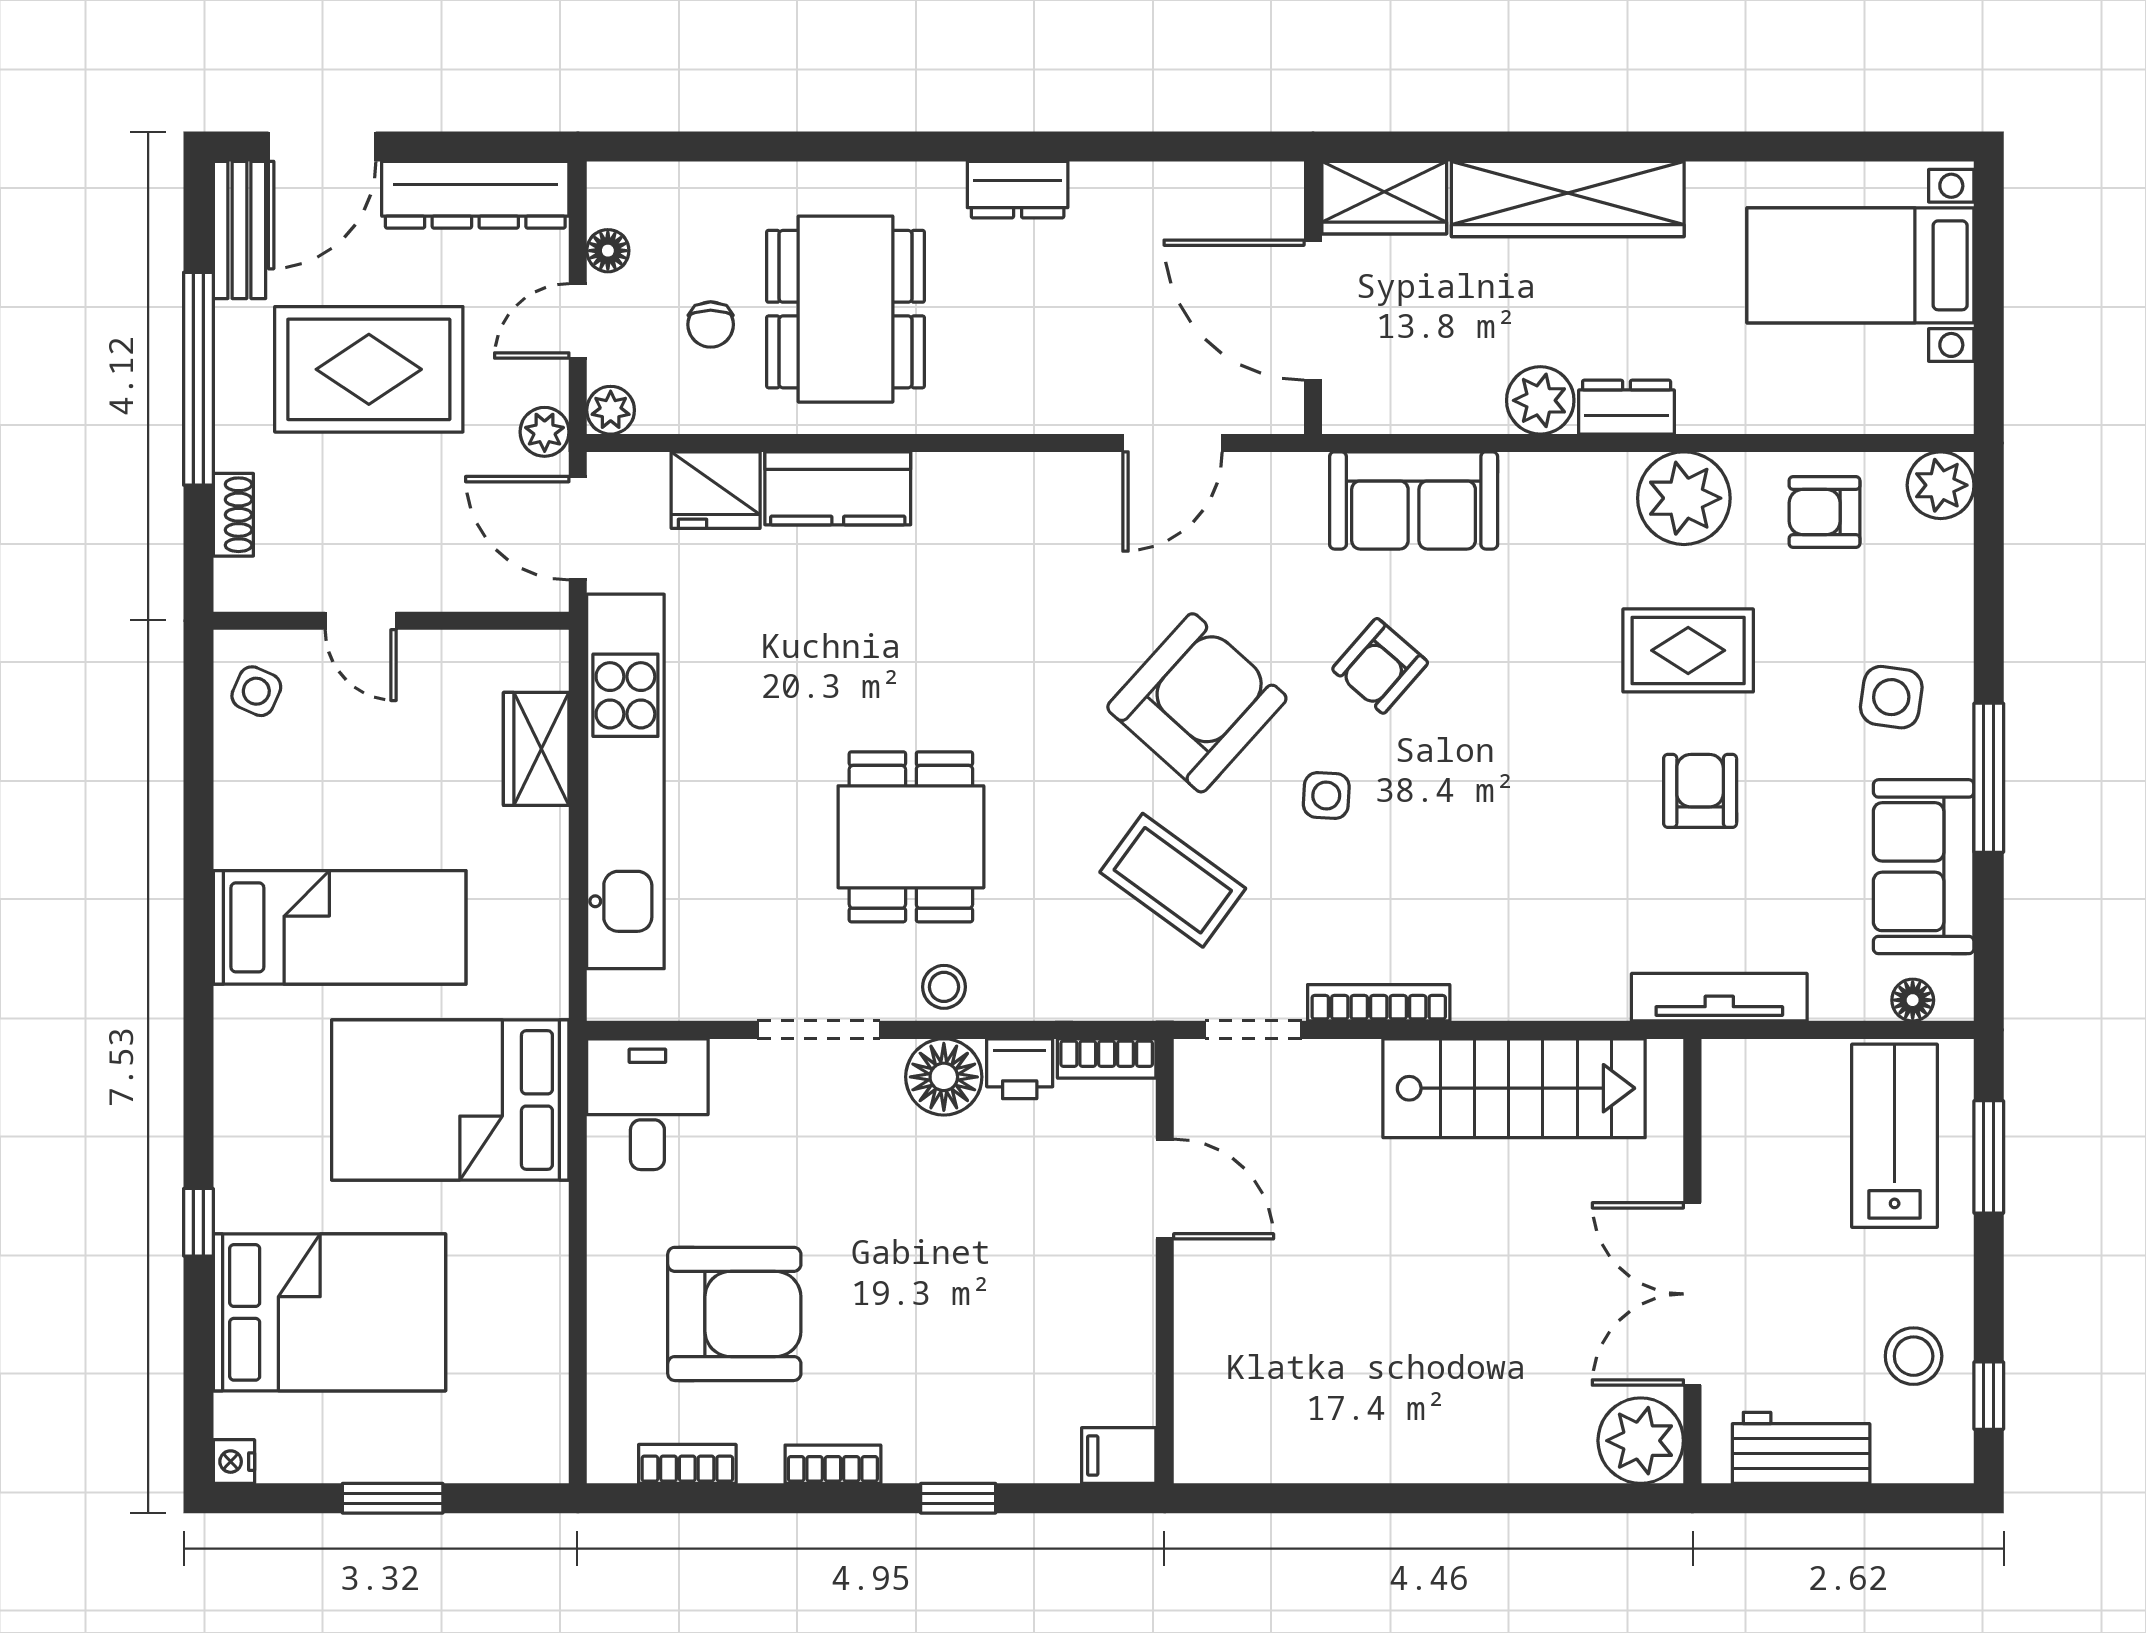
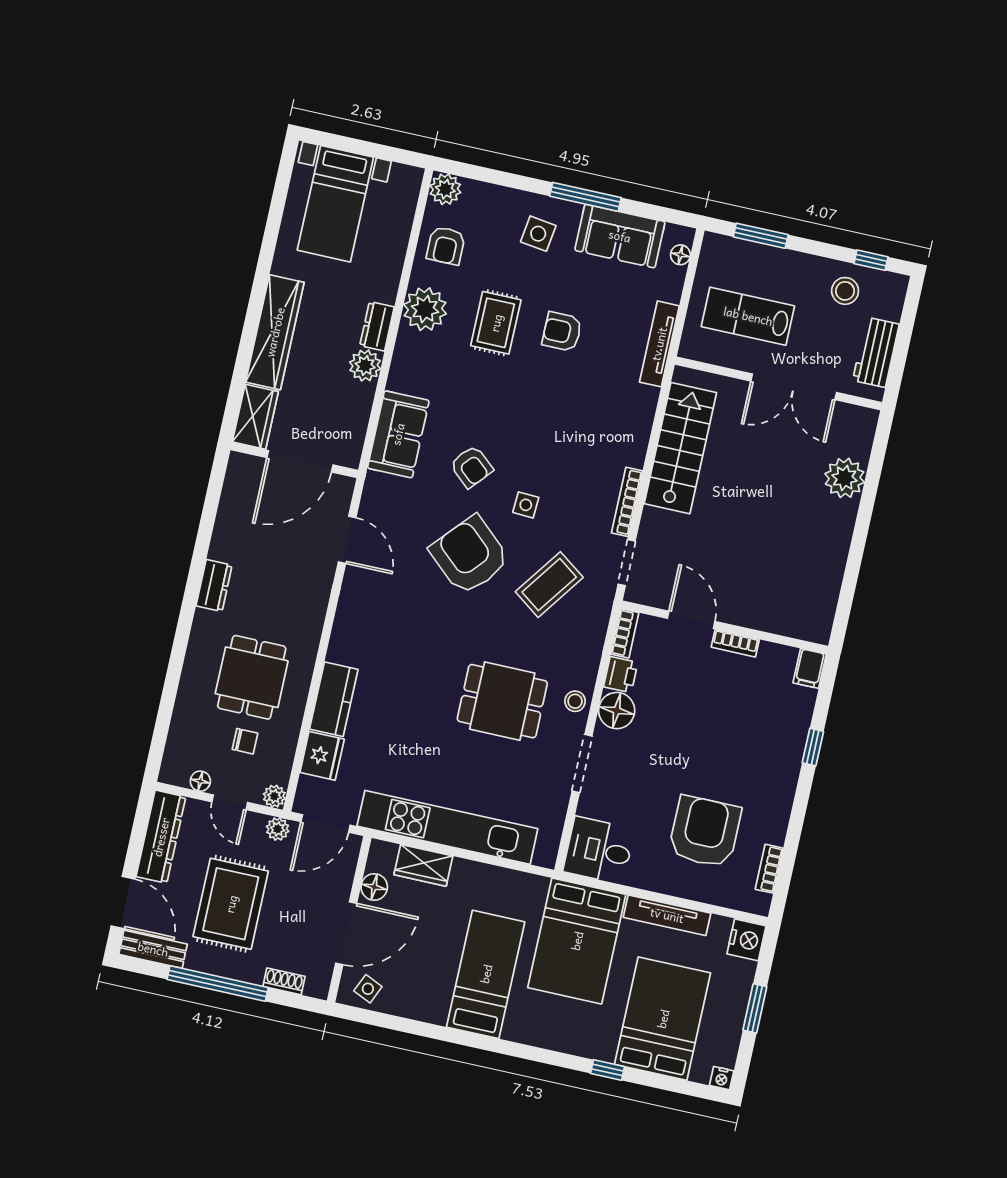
dining table: (846, 309) -> (252, 677), width x0.73
door: (361, 621) -> (346, 933), width x1.88
floor lamp: (469, 658) -> (374, 887), added
lab bench: (1895, 1136) -> (748, 316), moved
door: (1165, 1189) -> (691, 620), hinge flipped
tv unit: (545, 1274) -> (667, 915), added
plant: (1641, 1441) -> (845, 478), moved
nightstand: (530, 1449) -> (746, 940), added
bookcase: (833, 1464) -> (735, 643), moved, turned -90

